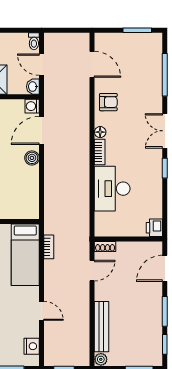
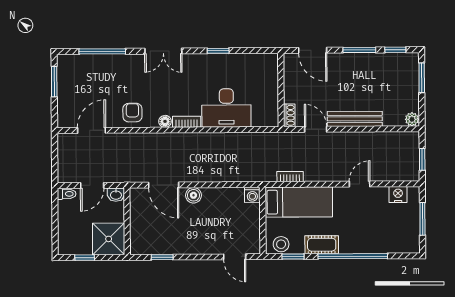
washing machine: (32, 106) -> (252, 195), moved
window: (165, 168) -> (218, 51), moved
printer: (154, 228) -> (269, 62), removed
bench: (102, 327) -> (355, 119), moved

